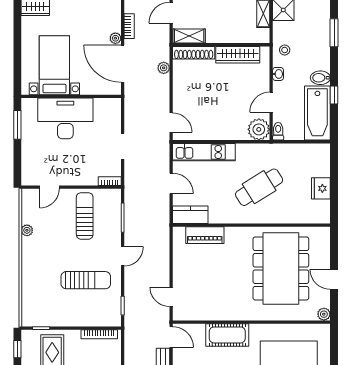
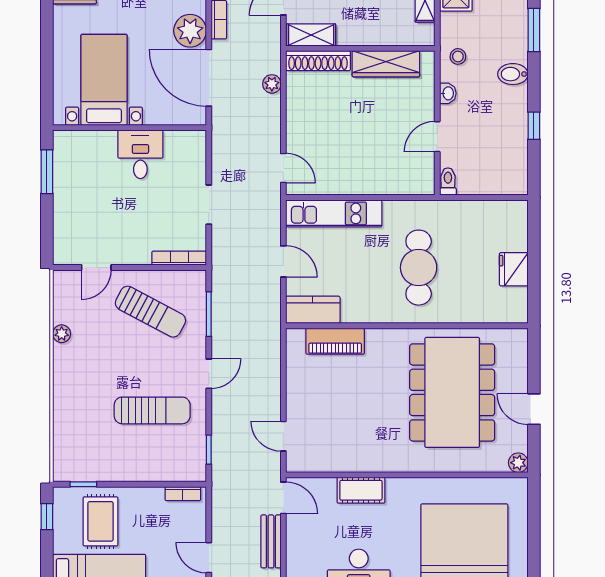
plant: (115, 38) -> (190, 31), width x1.88, depth x1.88
bidet: (320, 78) -> (513, 74), moved
bathtub: (317, 113) -> (508, 153), removed
desk: (65, 118) -> (140, 154), width x0.53, depth x0.77
plant: (259, 129) -> (418, 179), removed
bookcase: (110, 181) -> (179, 258), width x1.56
cafe table: (259, 187) -> (419, 268), turned -58
sun lounger: (85, 216) -> (150, 312), turned 118
bookcase: (99, 334) -> (183, 494), width x0.64
cot: (227, 335) -> (361, 490), width x0.73, depth x0.75

